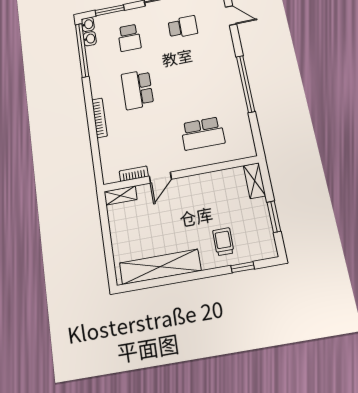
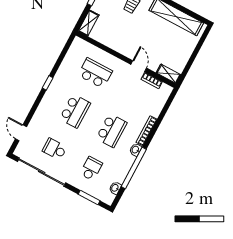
washbasin: (88, 24) -> (136, 150), moved
window: (82, 50) -> (134, 168), moved
school desk: (192, 79) -> (75, 111), added
window: (246, 84) -> (48, 83), width x0.32
door: (160, 178) -> (139, 66), hinge flipped

